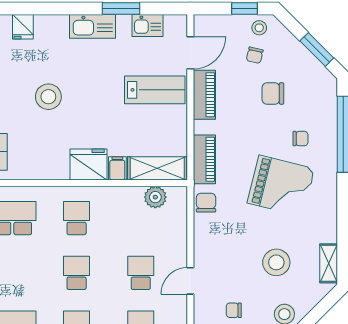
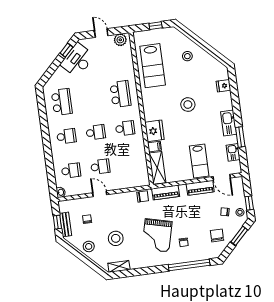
window: (317, 49) -> (239, 236), moved
chair: (273, 94) -> (217, 235), moved
plant: (155, 197) -> (142, 169), removed

